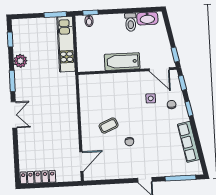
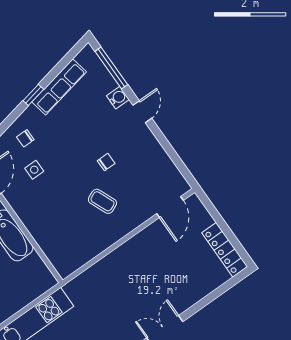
window: (189, 109) -> (33, 95), moved
door: (81, 162) -> (170, 207), swing flipped
water cooler: (161, 171) -> (118, 98), added

